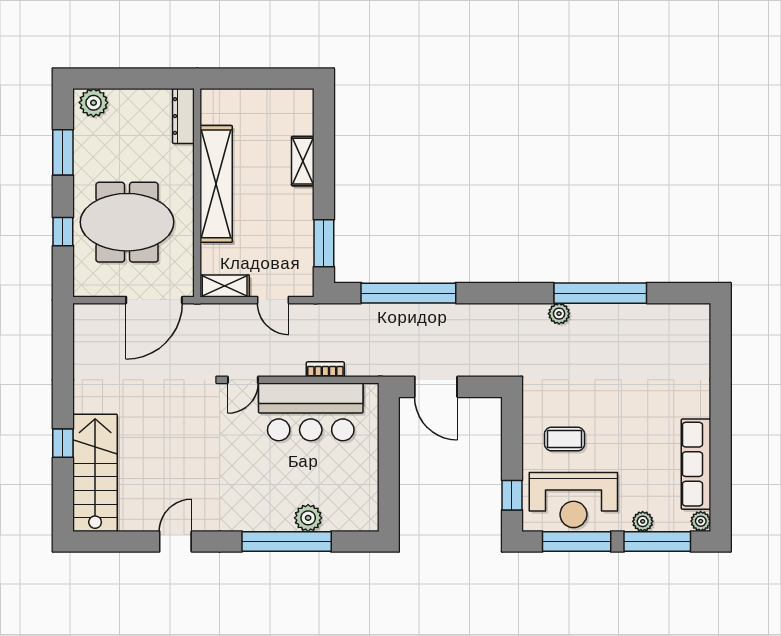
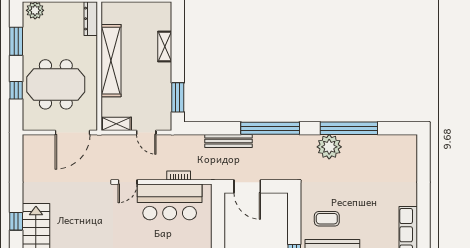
window: (408, 293) -> (270, 128), moved
bench: (406, 314) -> (229, 141), added
plant: (559, 314) -> (329, 147), width x1.87, depth x1.87

